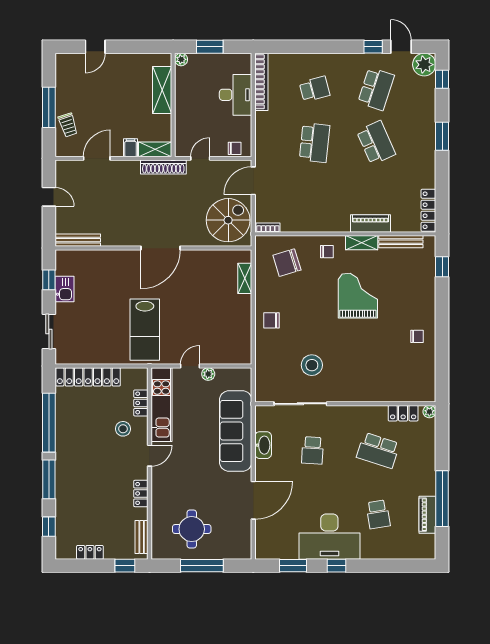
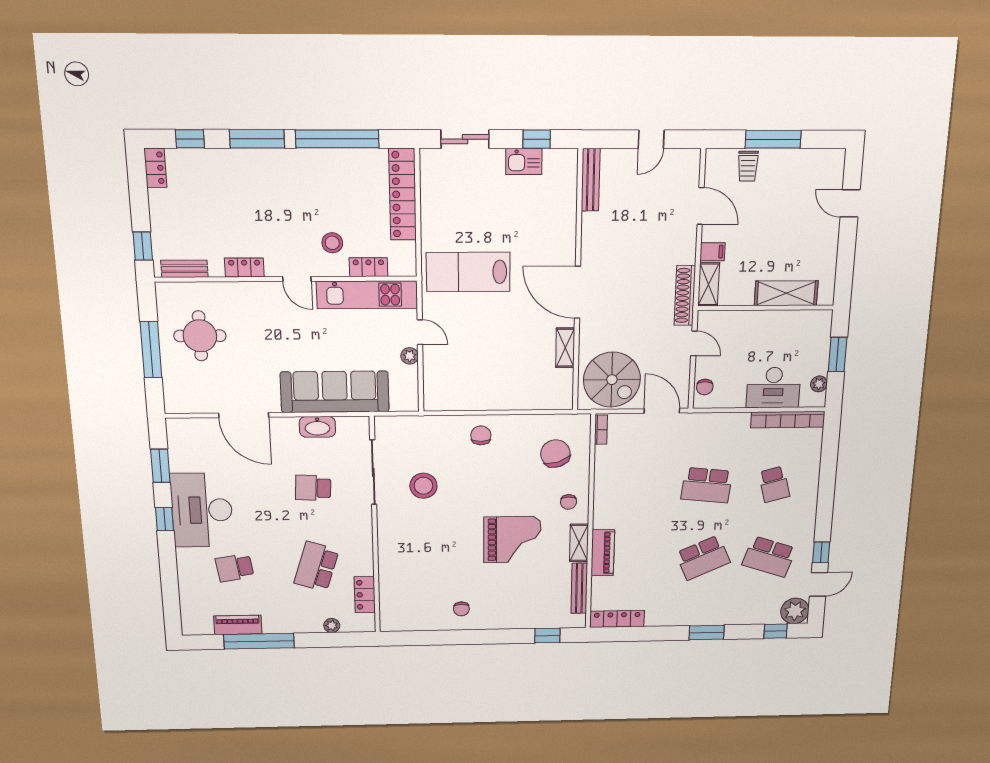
plant: (181, 59) -> (819, 384), moved
trolley: (68, 125) -> (748, 166), turned -72
shelving: (245, 278) -> (565, 348), moved, turned 90
plant: (429, 412) -> (332, 625), moved
locker: (90, 552) -> (155, 168), moved

